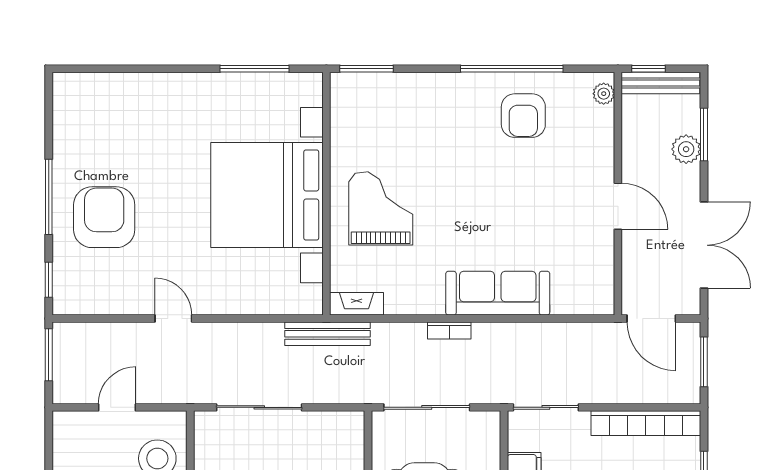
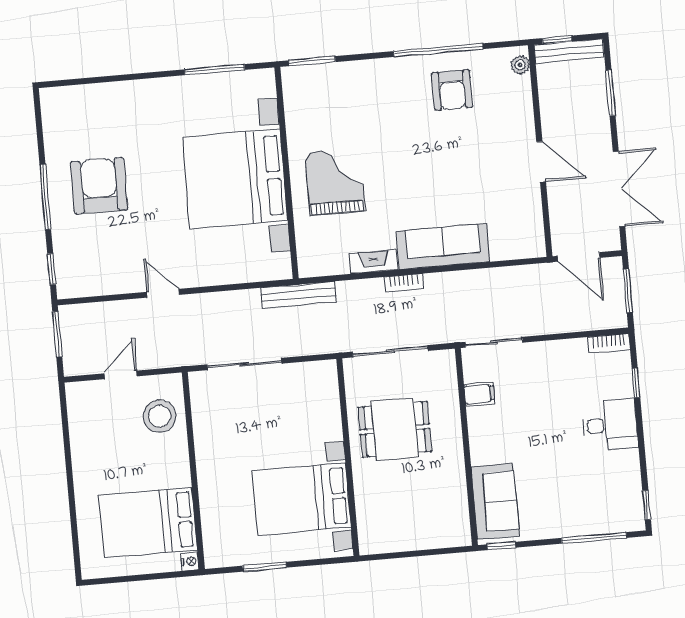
plant: (686, 149) -> (596, 107), removed
armchair: (104, 217) -> (99, 186), moved
fireplace: (357, 304) -> (374, 262), moved
bookcase: (646, 423) -> (609, 343), width x0.43, depth x0.76

